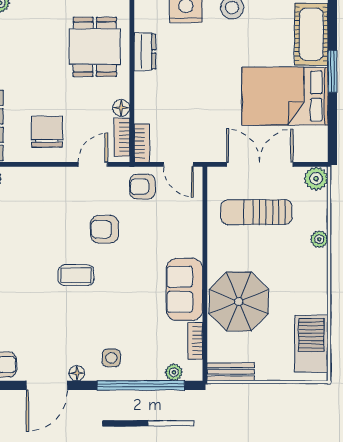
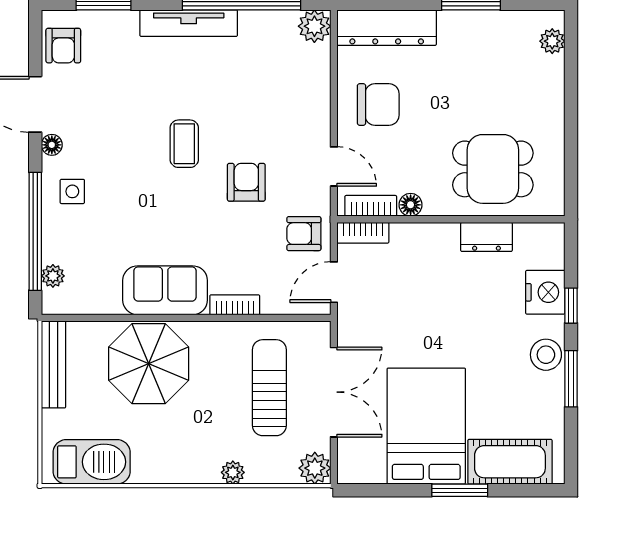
armchair: (143, 187) -> (304, 234), turned -90
bookcase: (195, 341) -> (235, 305), moved
bench: (231, 372) -> (54, 364), width x1.36

